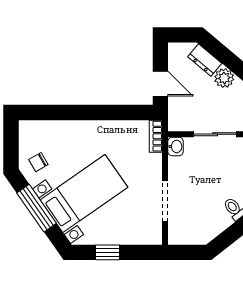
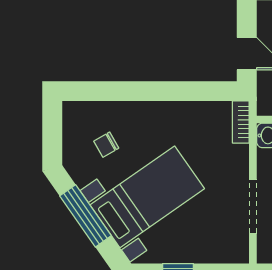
chair: (38, 162) -> (106, 145), moved

